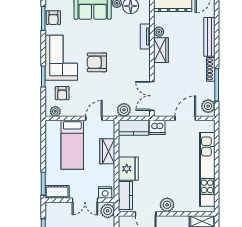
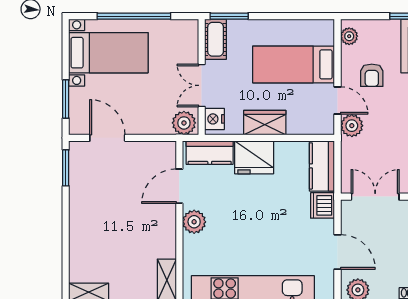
armchair: (62, 93) -> (372, 75), moved, turned -90
plant: (124, 110) -> (352, 126), moved
wardrobe: (107, 151) -> (265, 123), moved

